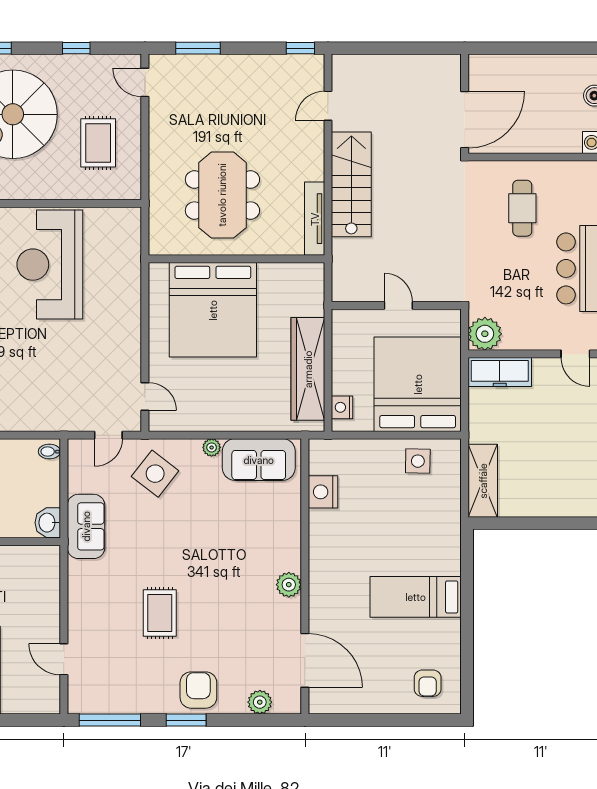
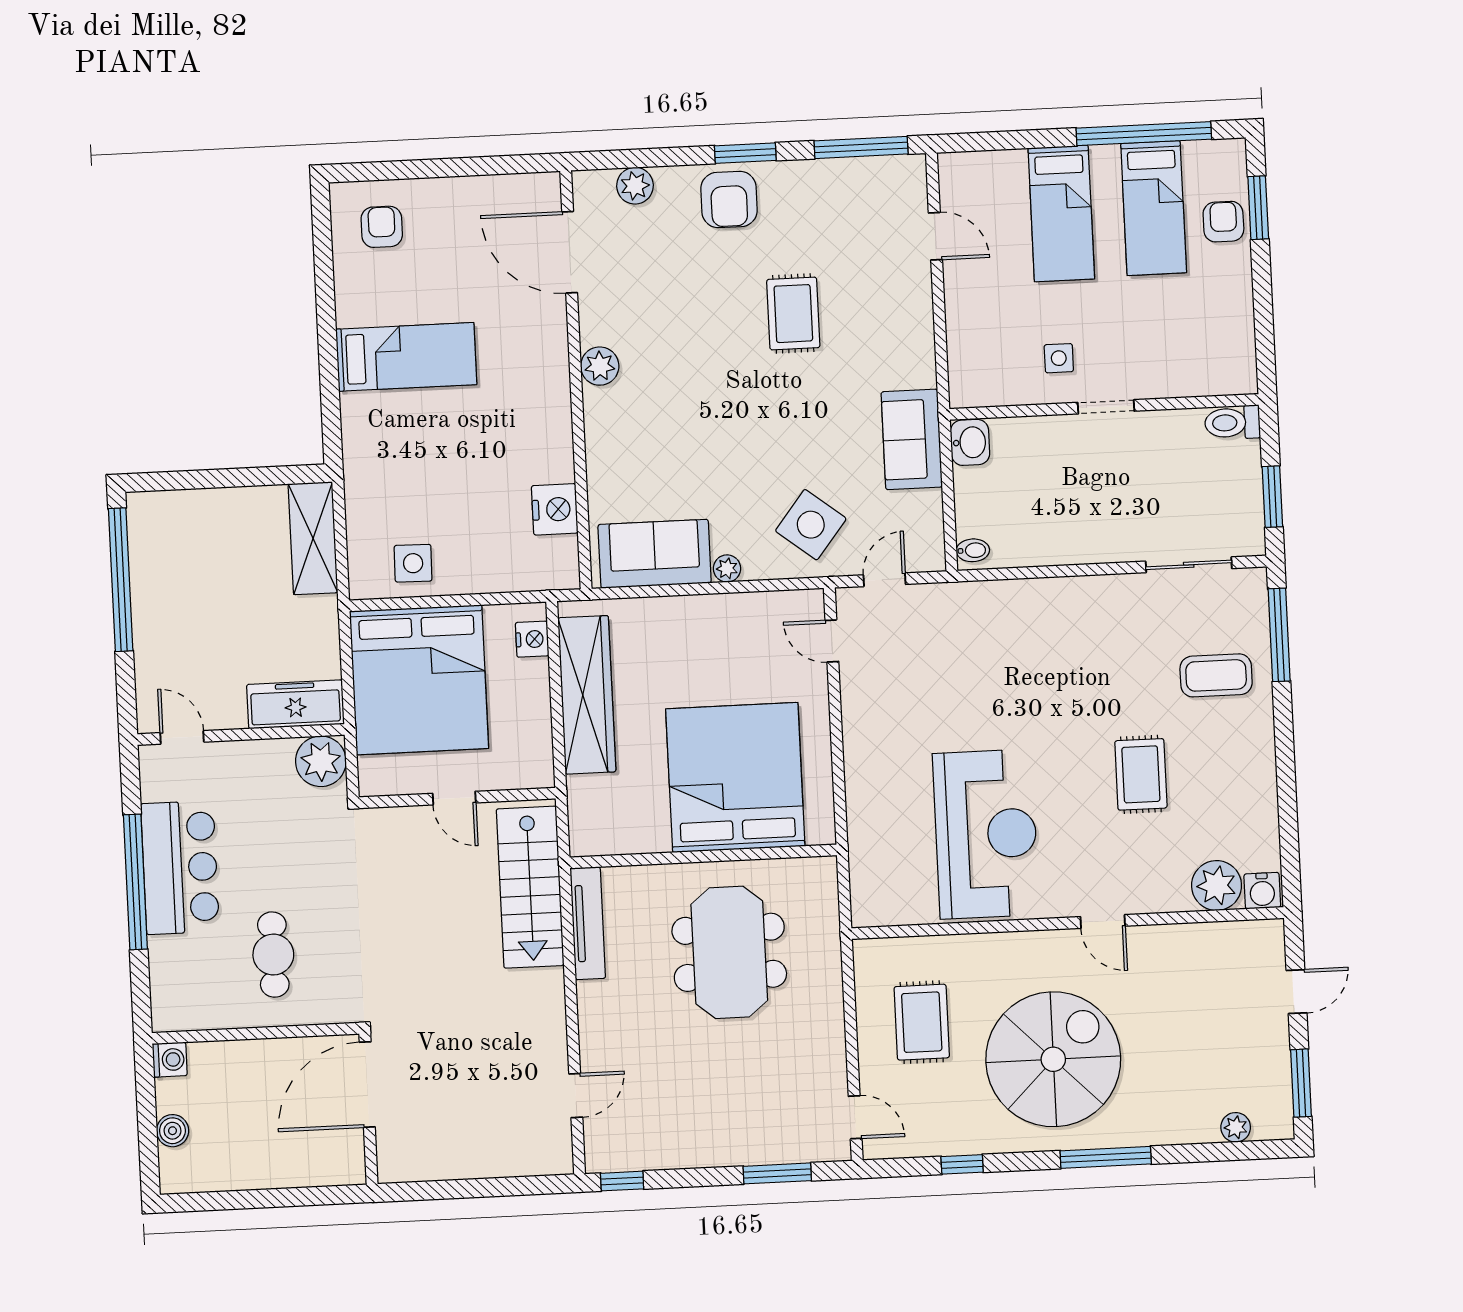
stairs: (351, 184) -> (530, 887), moved

